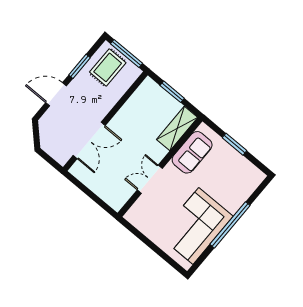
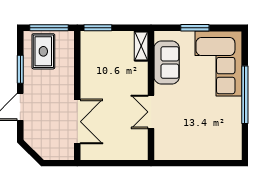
window: (172, 92) -> (98, 28), moved
shelving: (177, 128) -> (141, 46), width x0.67, depth x0.75
corner sofa: (196, 226) -> (218, 63), moved

